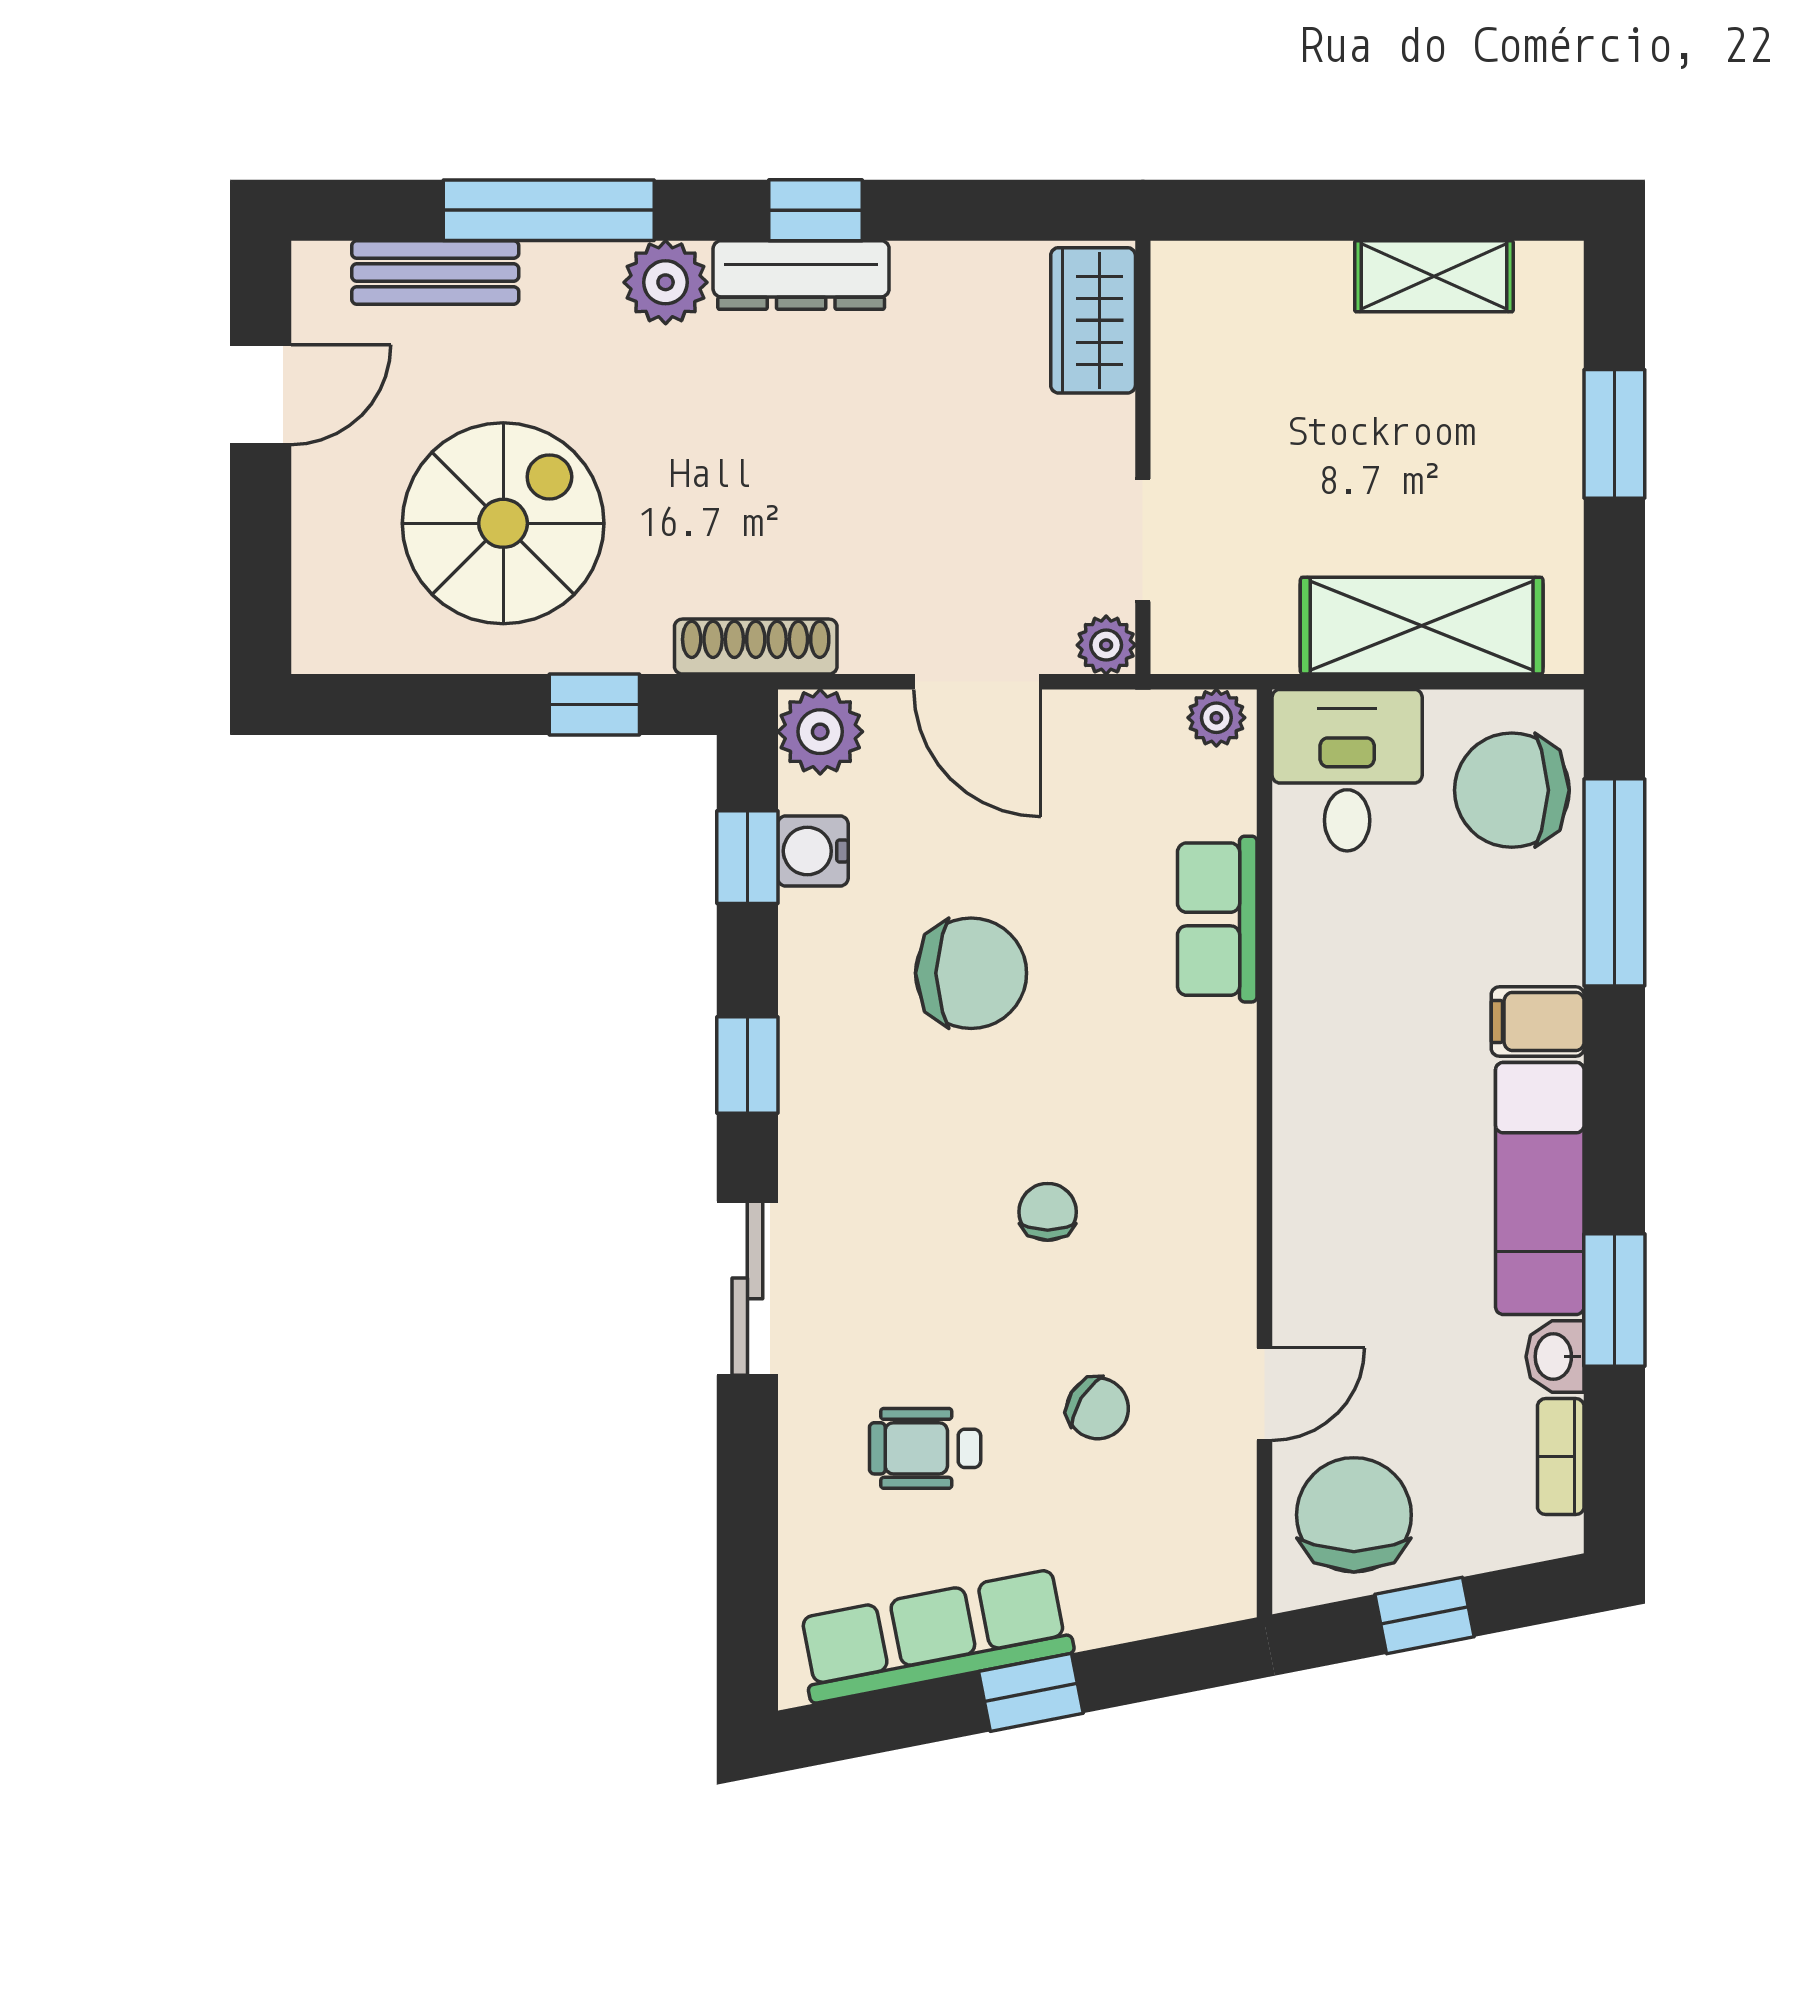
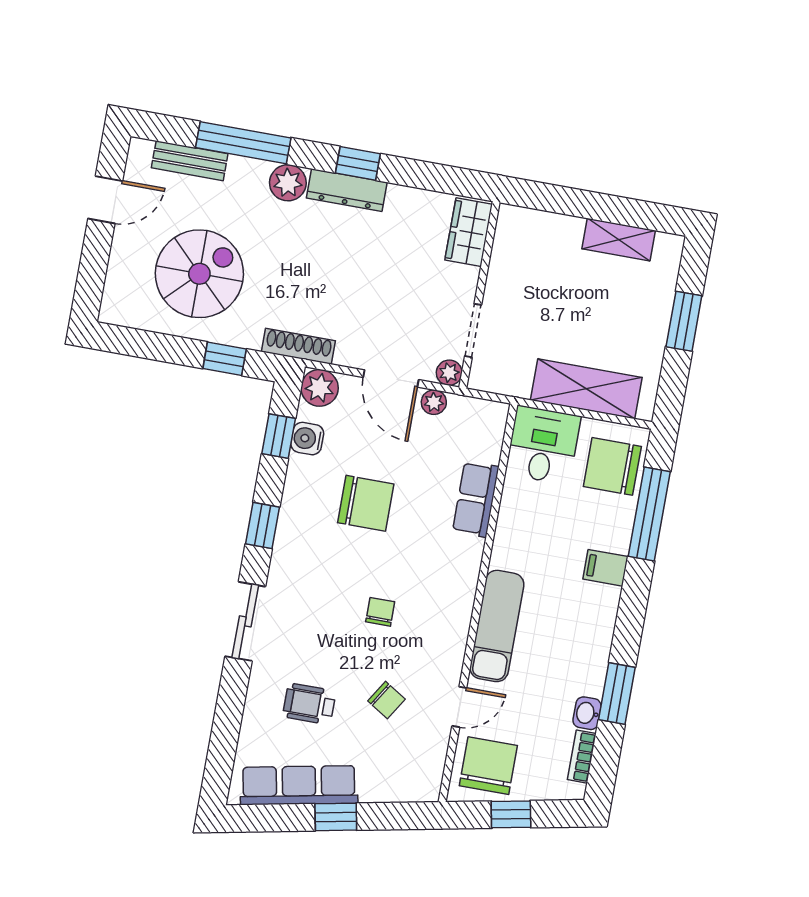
plant: (1216, 718) -> (434, 402), moved
exam couch: (1540, 1188) -> (497, 626), moved, turned 180

